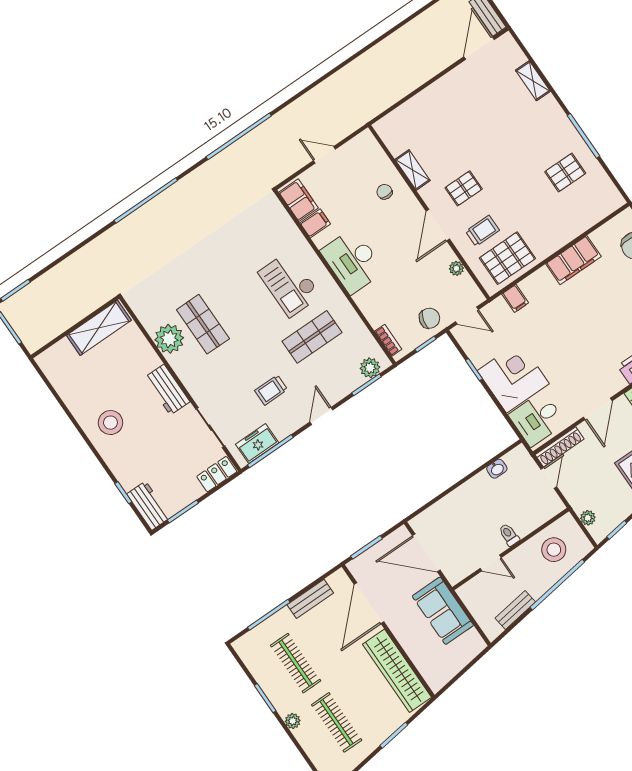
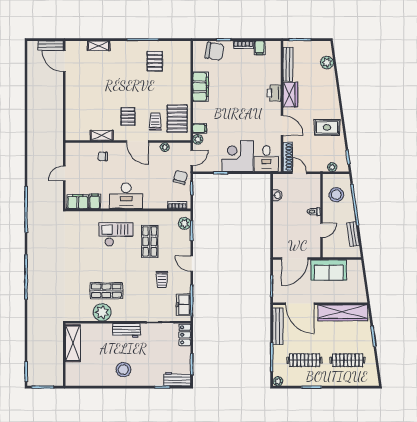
checkout: (290, 284) -> (116, 234), turned 180
plant: (498, 306) -> (198, 139), added
bench: (310, 599) -> (278, 326), width x1.36
plant: (293, 721) -> (278, 381), moved

